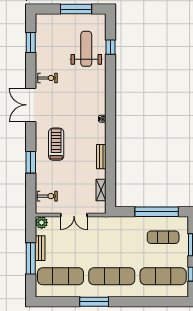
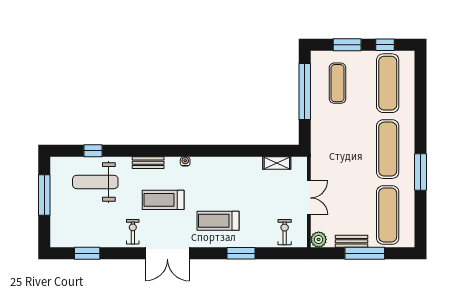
treadmill: (72, 102) -> (163, 200), added
bench: (101, 157) -> (148, 163), moved

